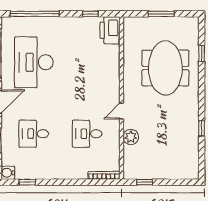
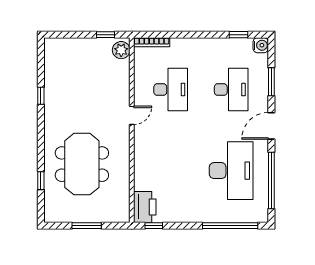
window: (90, 14) -> (154, 226), moved
desk: (34, 134) -> (231, 90), width x1.37
desk: (87, 134) -> (171, 90), width x1.37
plant: (131, 137) -> (121, 50), moved

